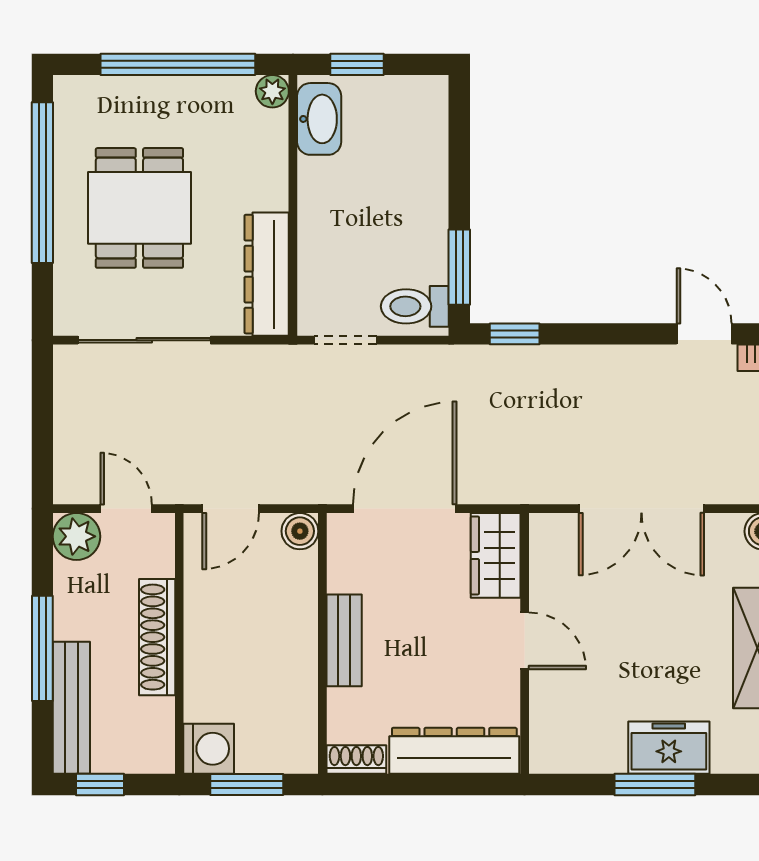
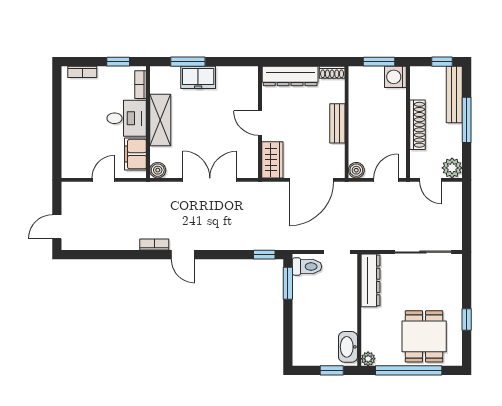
window: (42, 183) -> (467, 320), width x0.32
dining table: (139, 208) -> (424, 336), moved
window: (655, 784) -> (188, 62), moved

